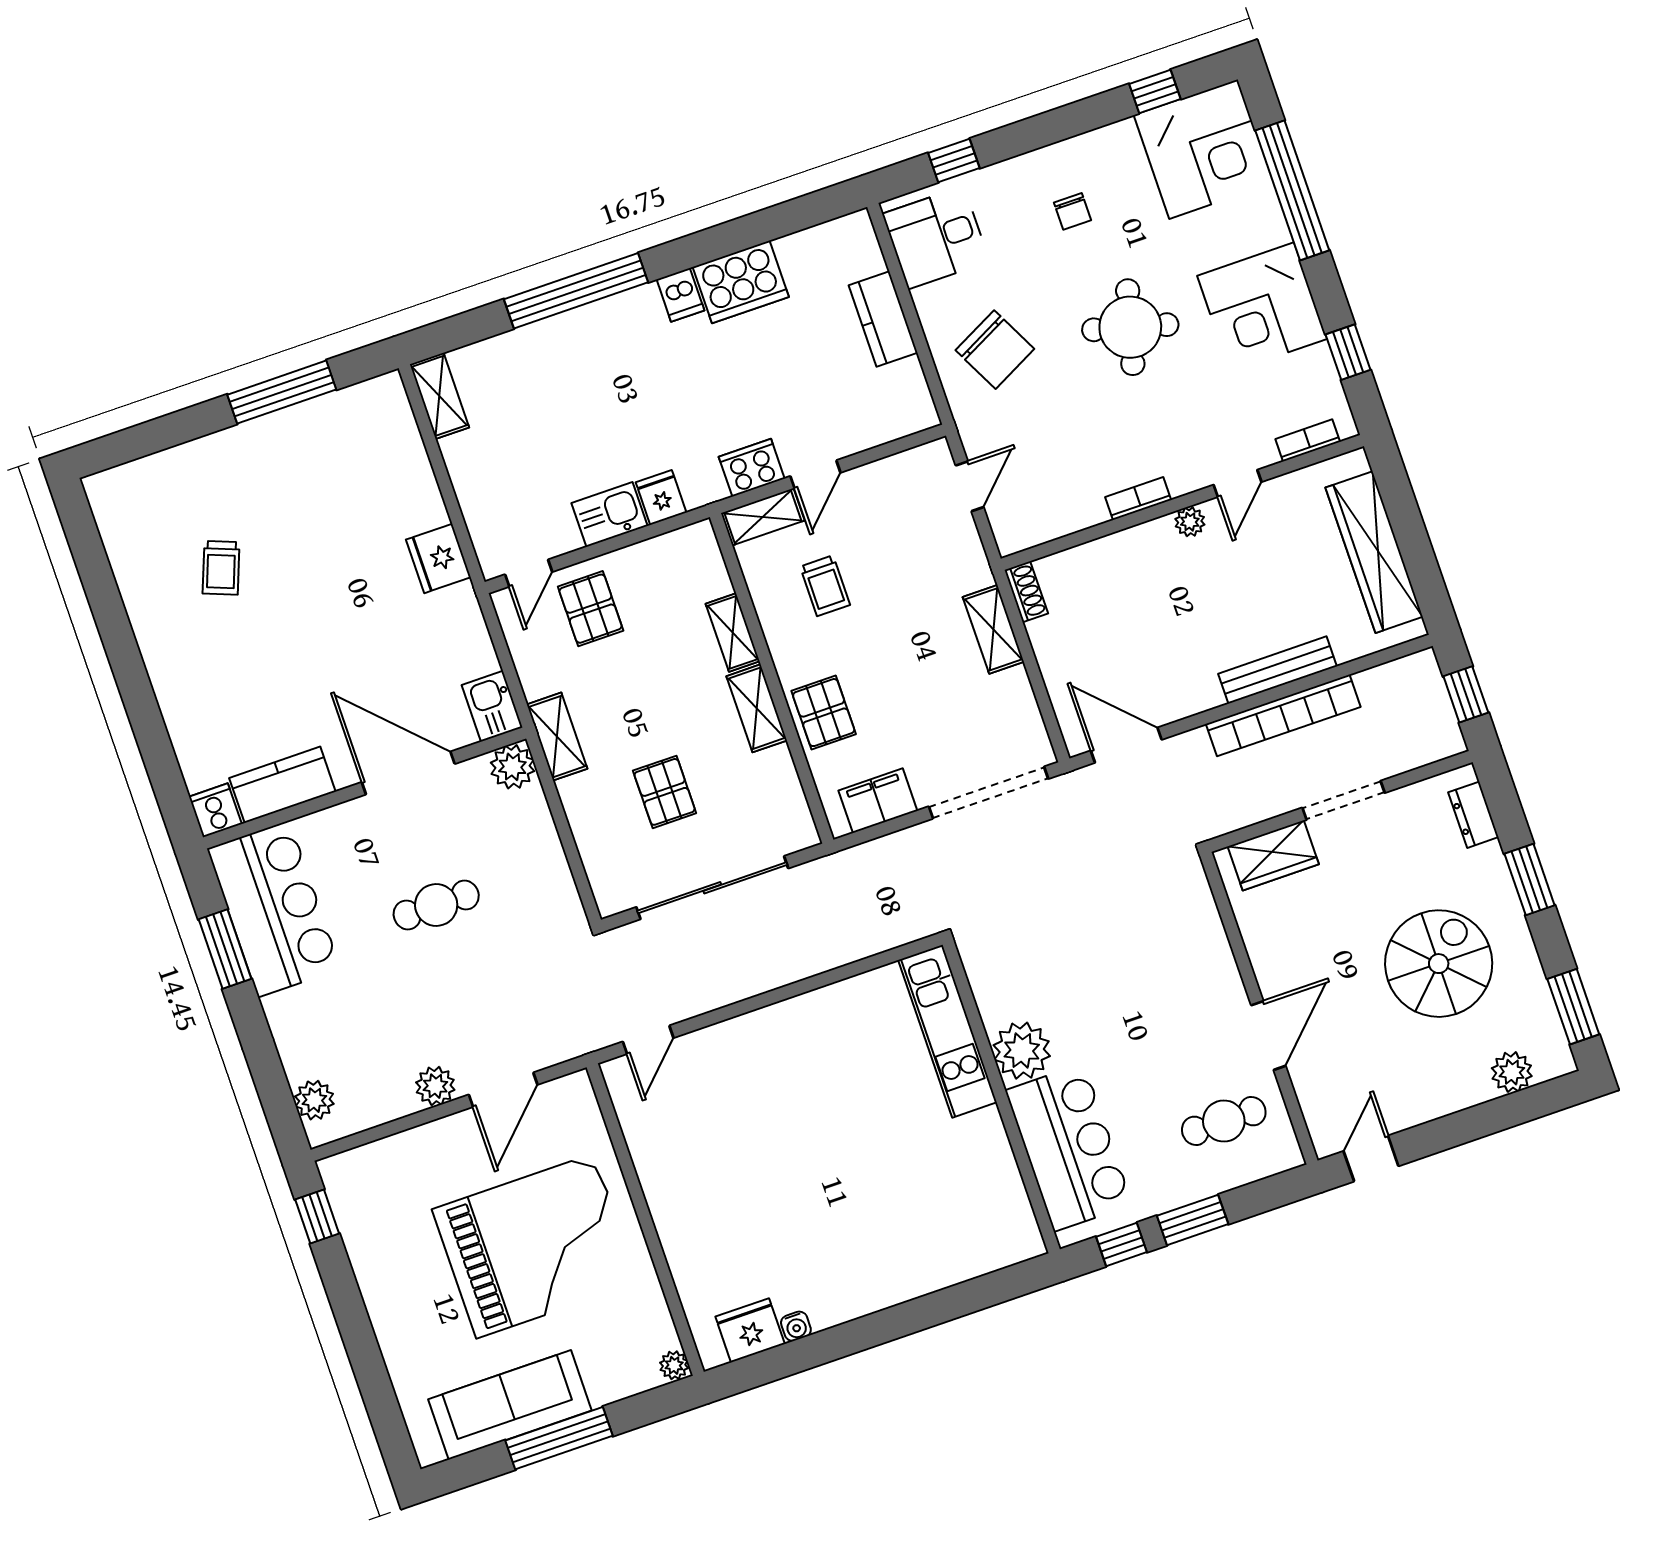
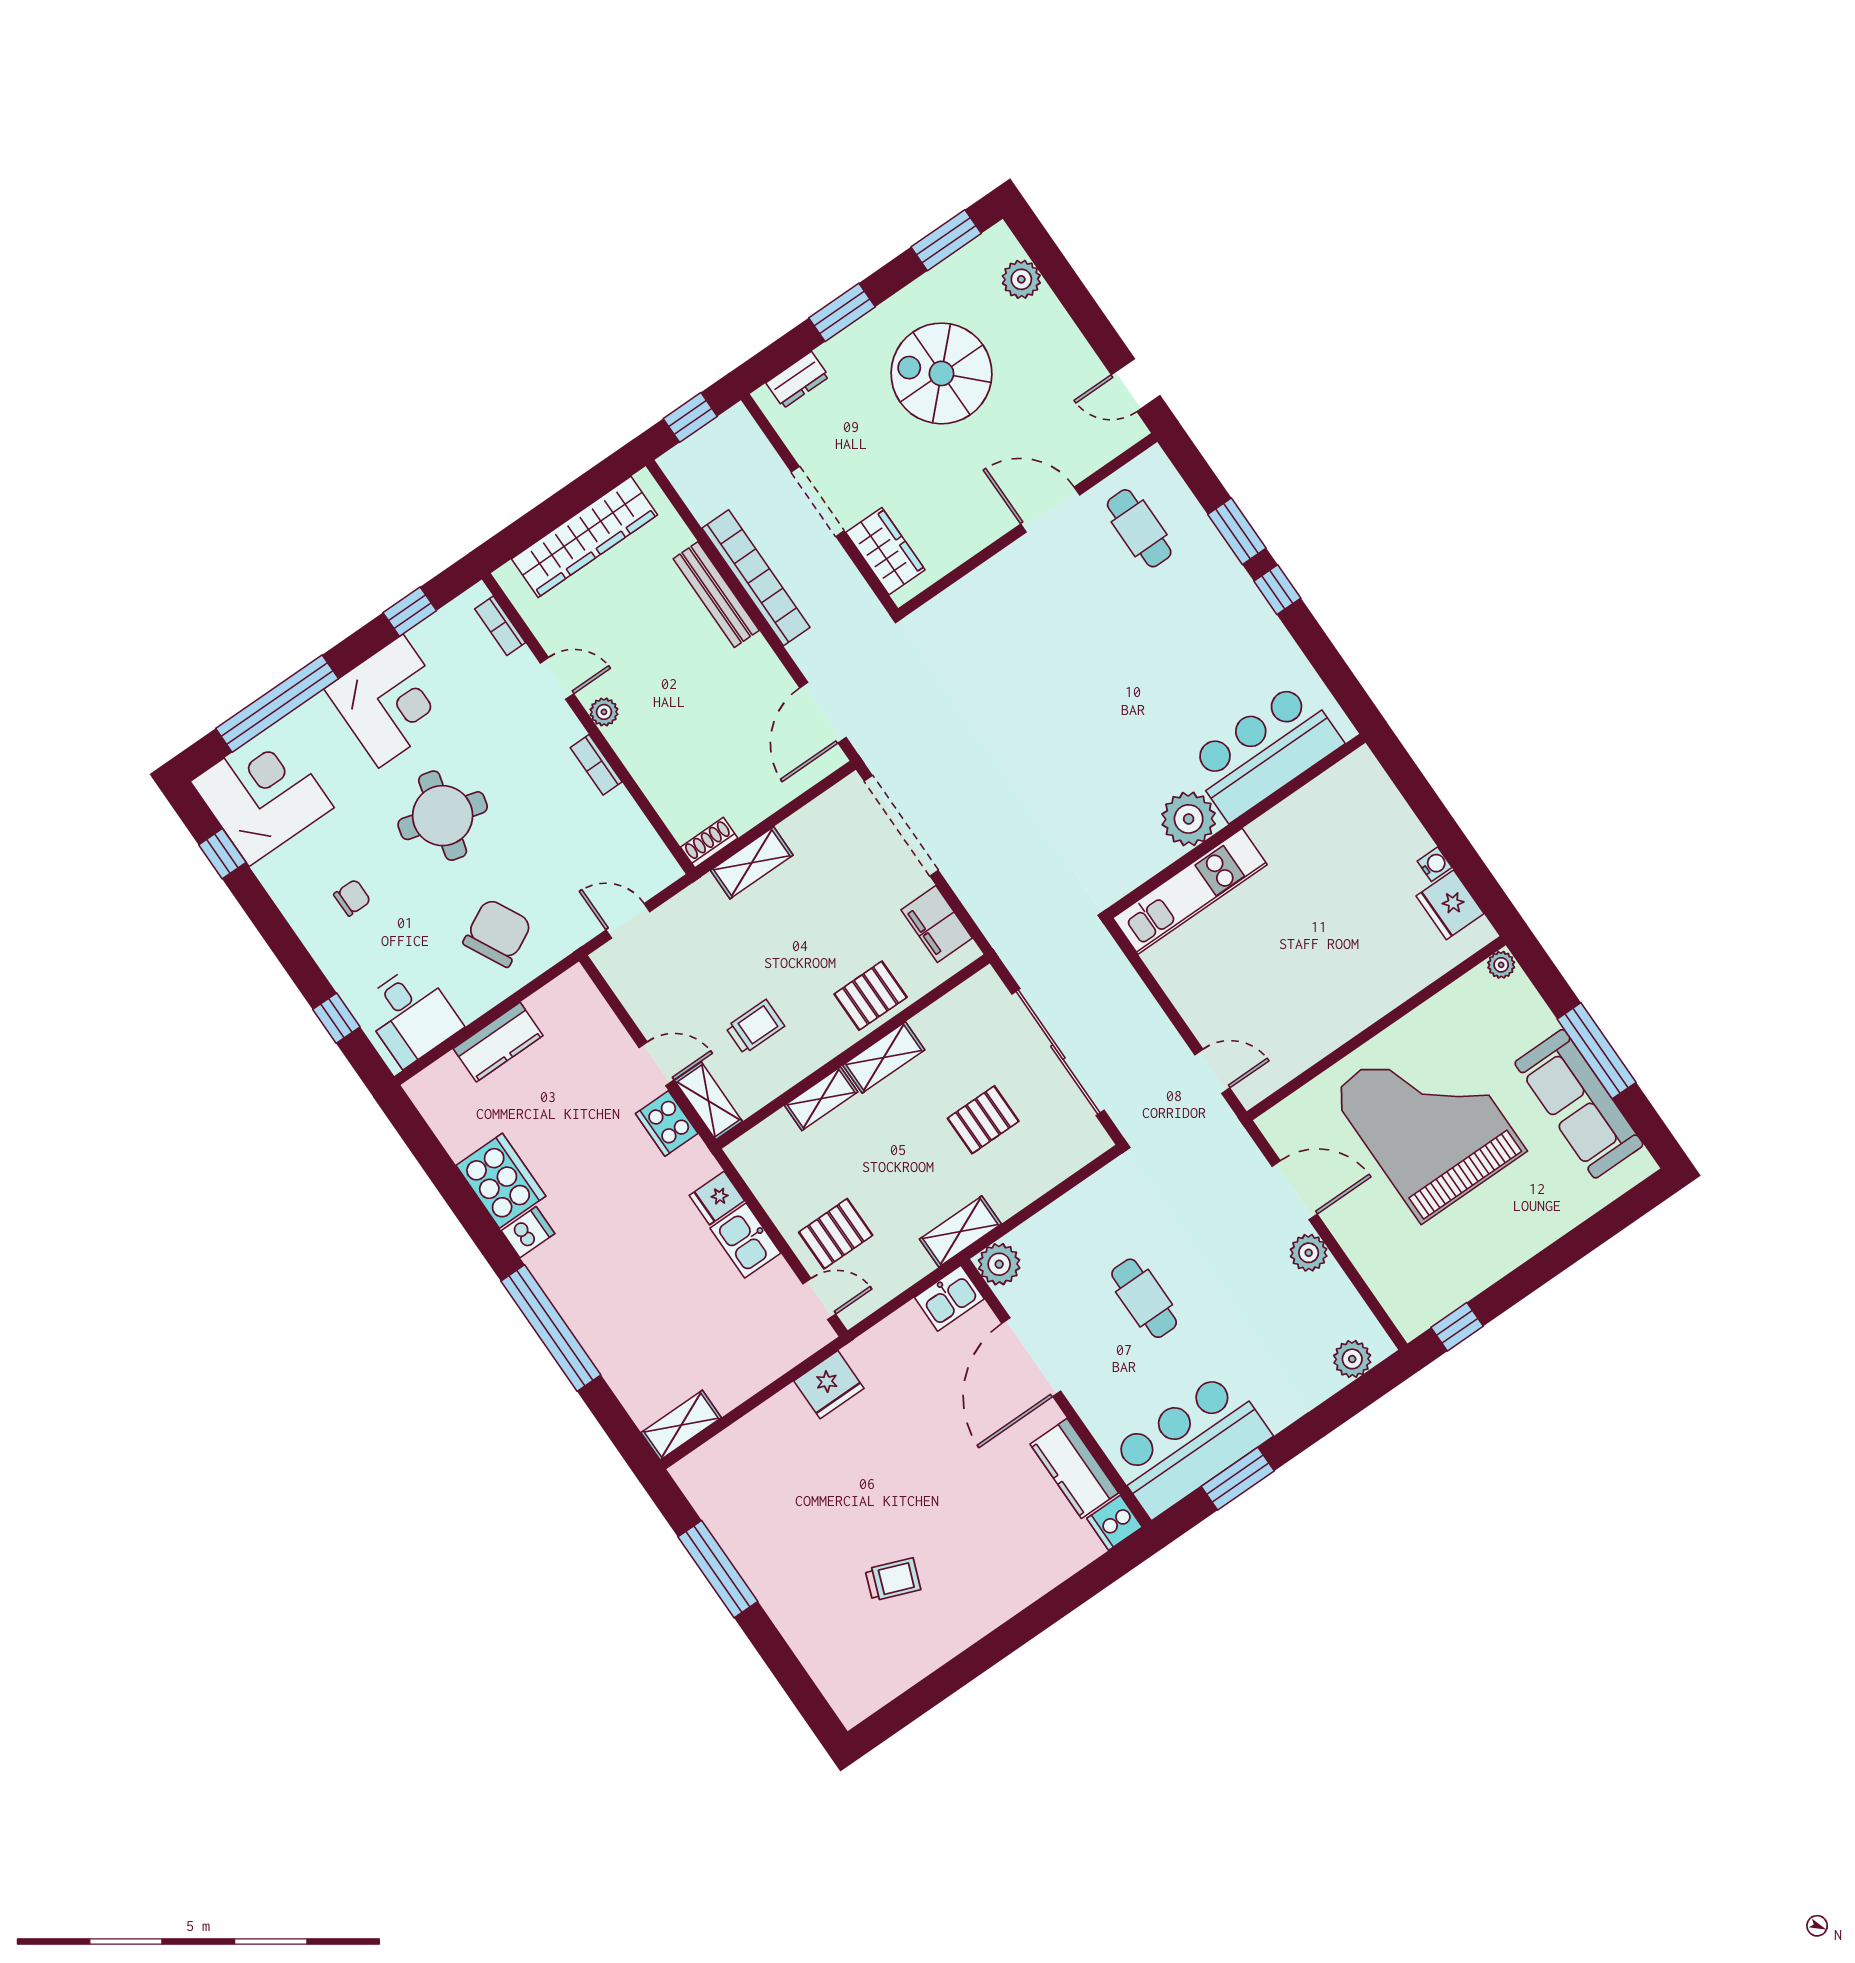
kitchen unit: (947, 1031) -> (1190, 891), moved
plant: (1022, 1051) -> (1189, 819), moved
wall: (1001, 1097) -> (1236, 826), moved
bar counter: (1069, 1148) -> (1265, 751), moved

